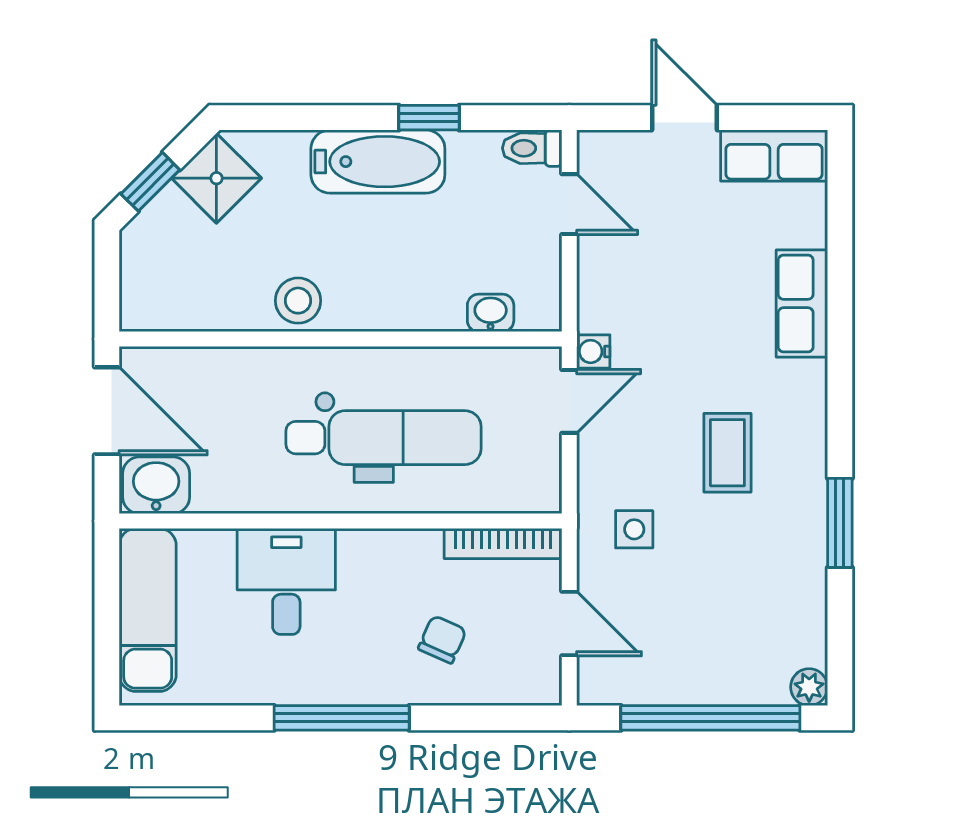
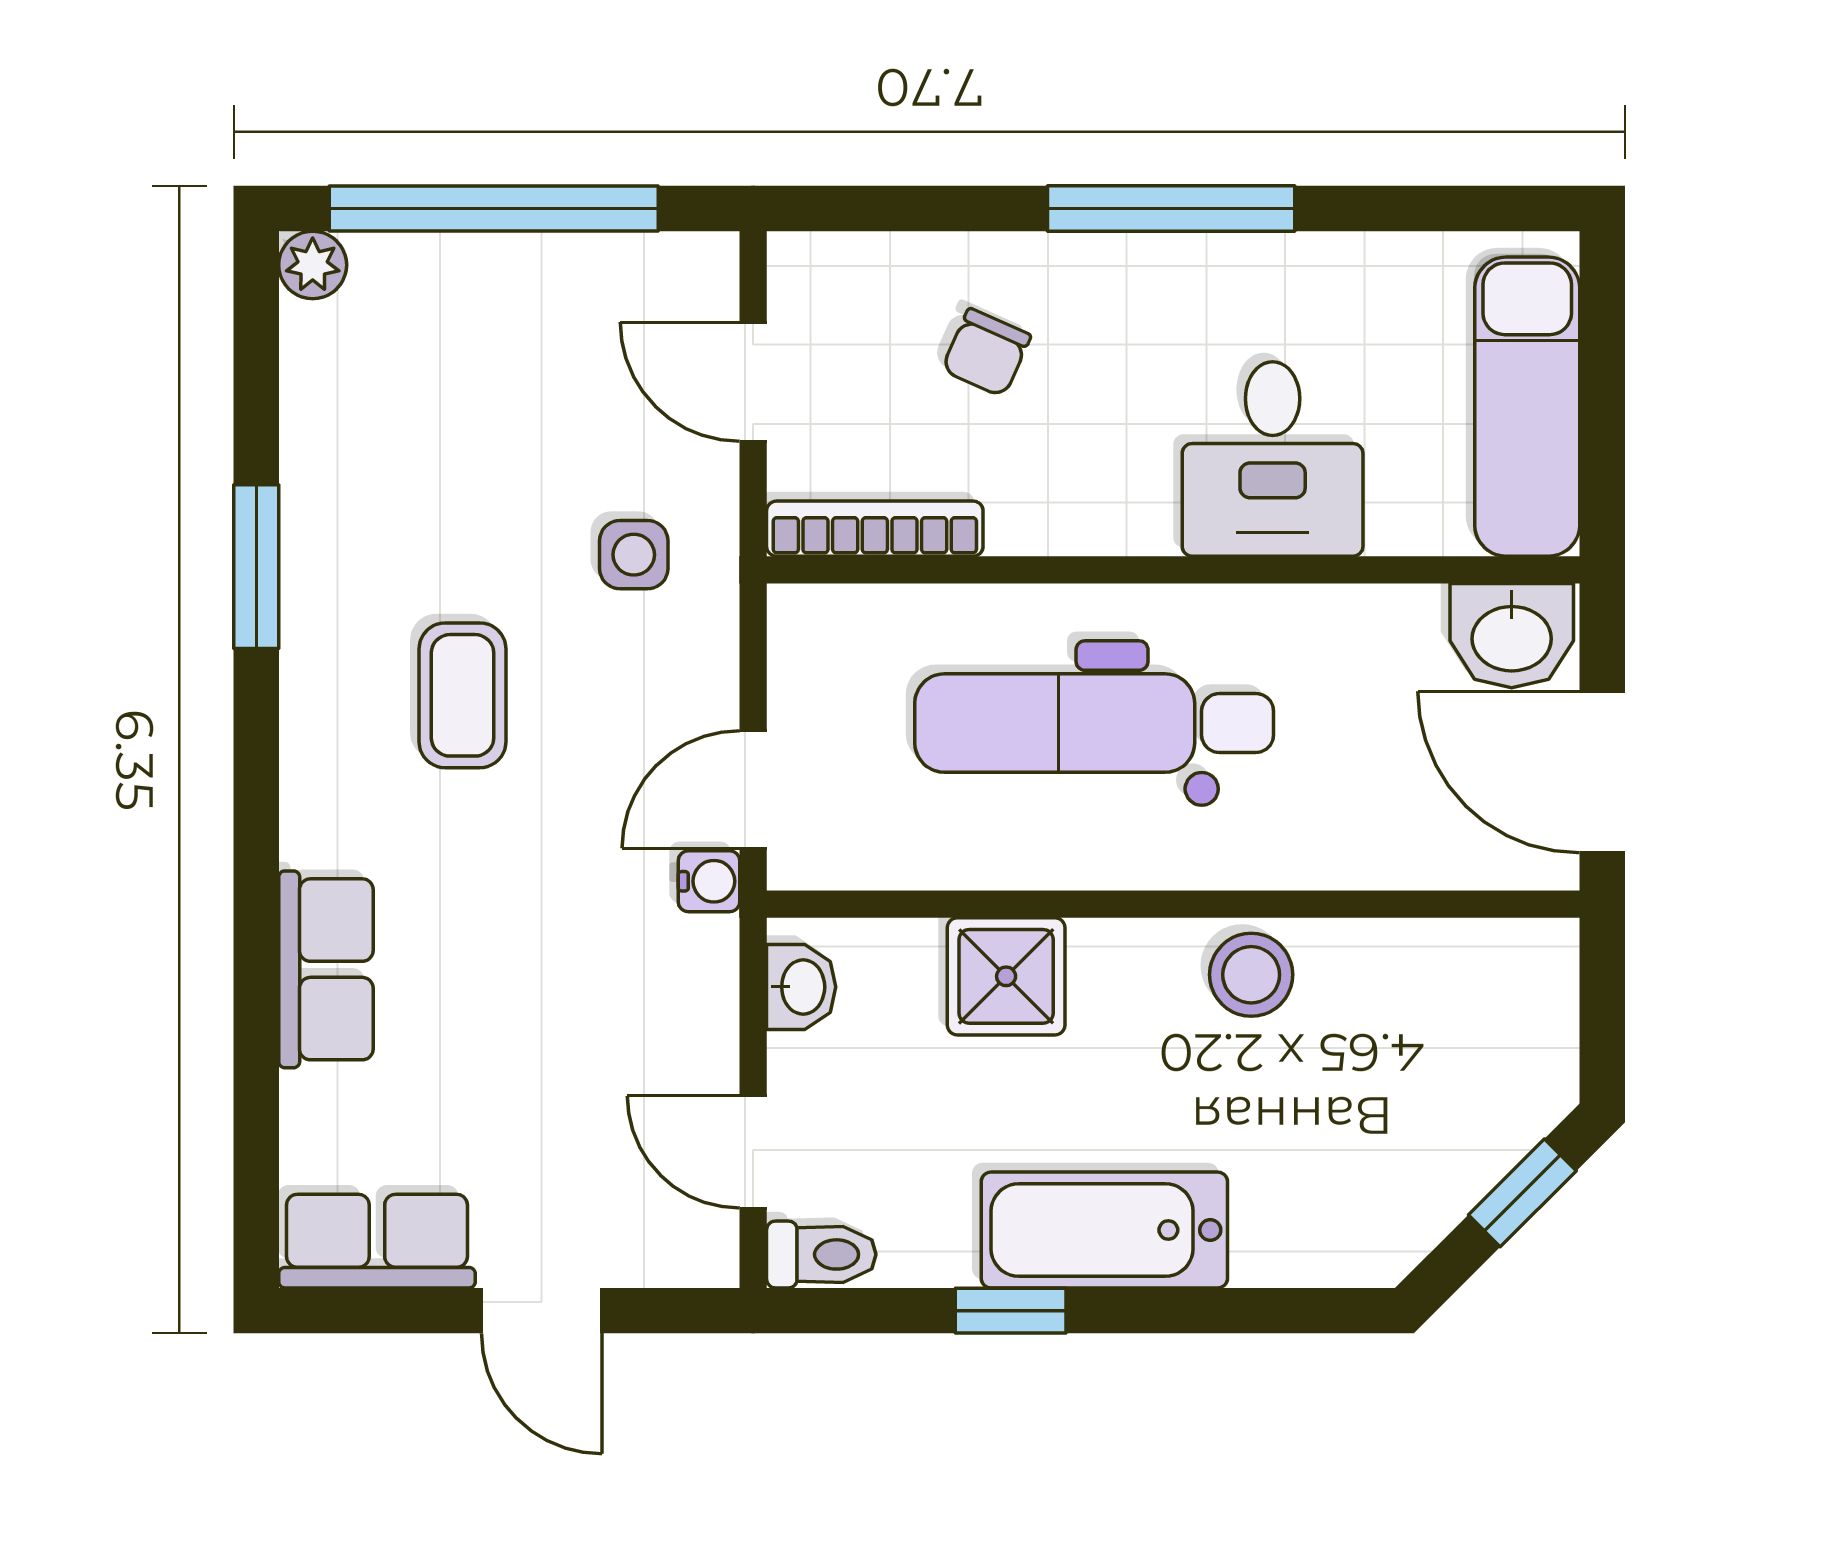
shower: (216, 178) -> (1006, 976), moved, turned 45
washbasin: (491, 313) -> (801, 987), moved, turned -90

